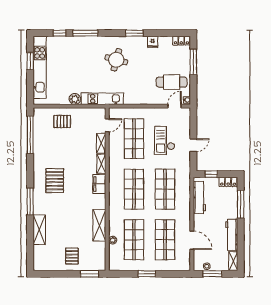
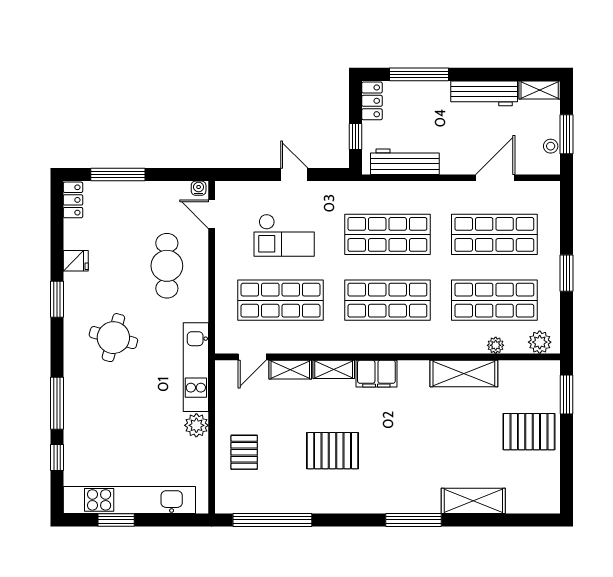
cafe table: (172, 82) -> (167, 266), moved
door: (107, 125) -> (252, 357), swing flipped
pallet: (55, 181) -> (333, 451), moved
pallet: (72, 256) -> (529, 432), width x1.50, depth x1.42
plant: (114, 261) -> (540, 342), added

